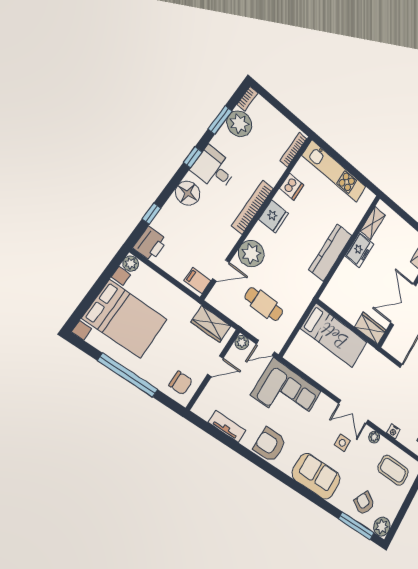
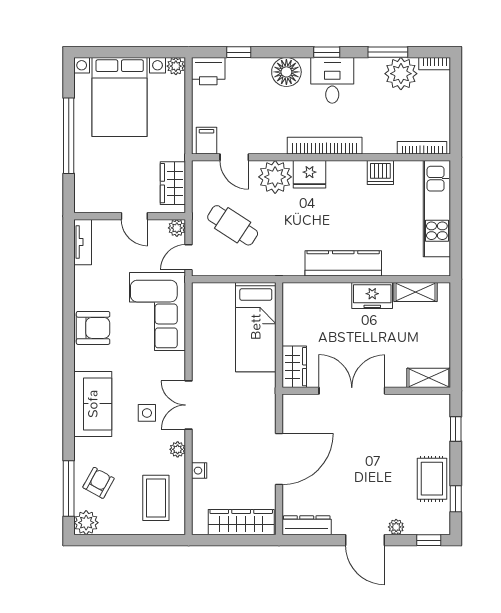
fridge: (274, 216) -> (309, 174), moved
cafe table: (264, 304) -> (233, 225), turned -57
door: (265, 348) -> (189, 257), hinge flipped
chair: (181, 383) -> (95, 192), removed
tv unit: (227, 427) -> (83, 242), moved
armchair: (270, 445) -> (93, 328), turned 90

